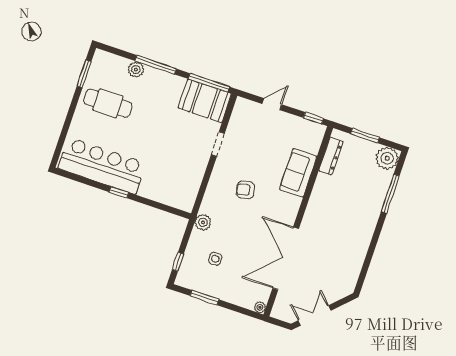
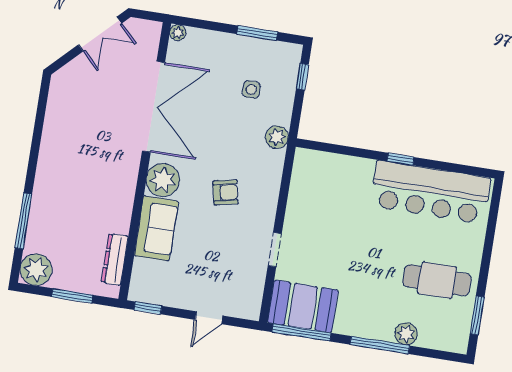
plant: (288, 206) -> (163, 180), added

